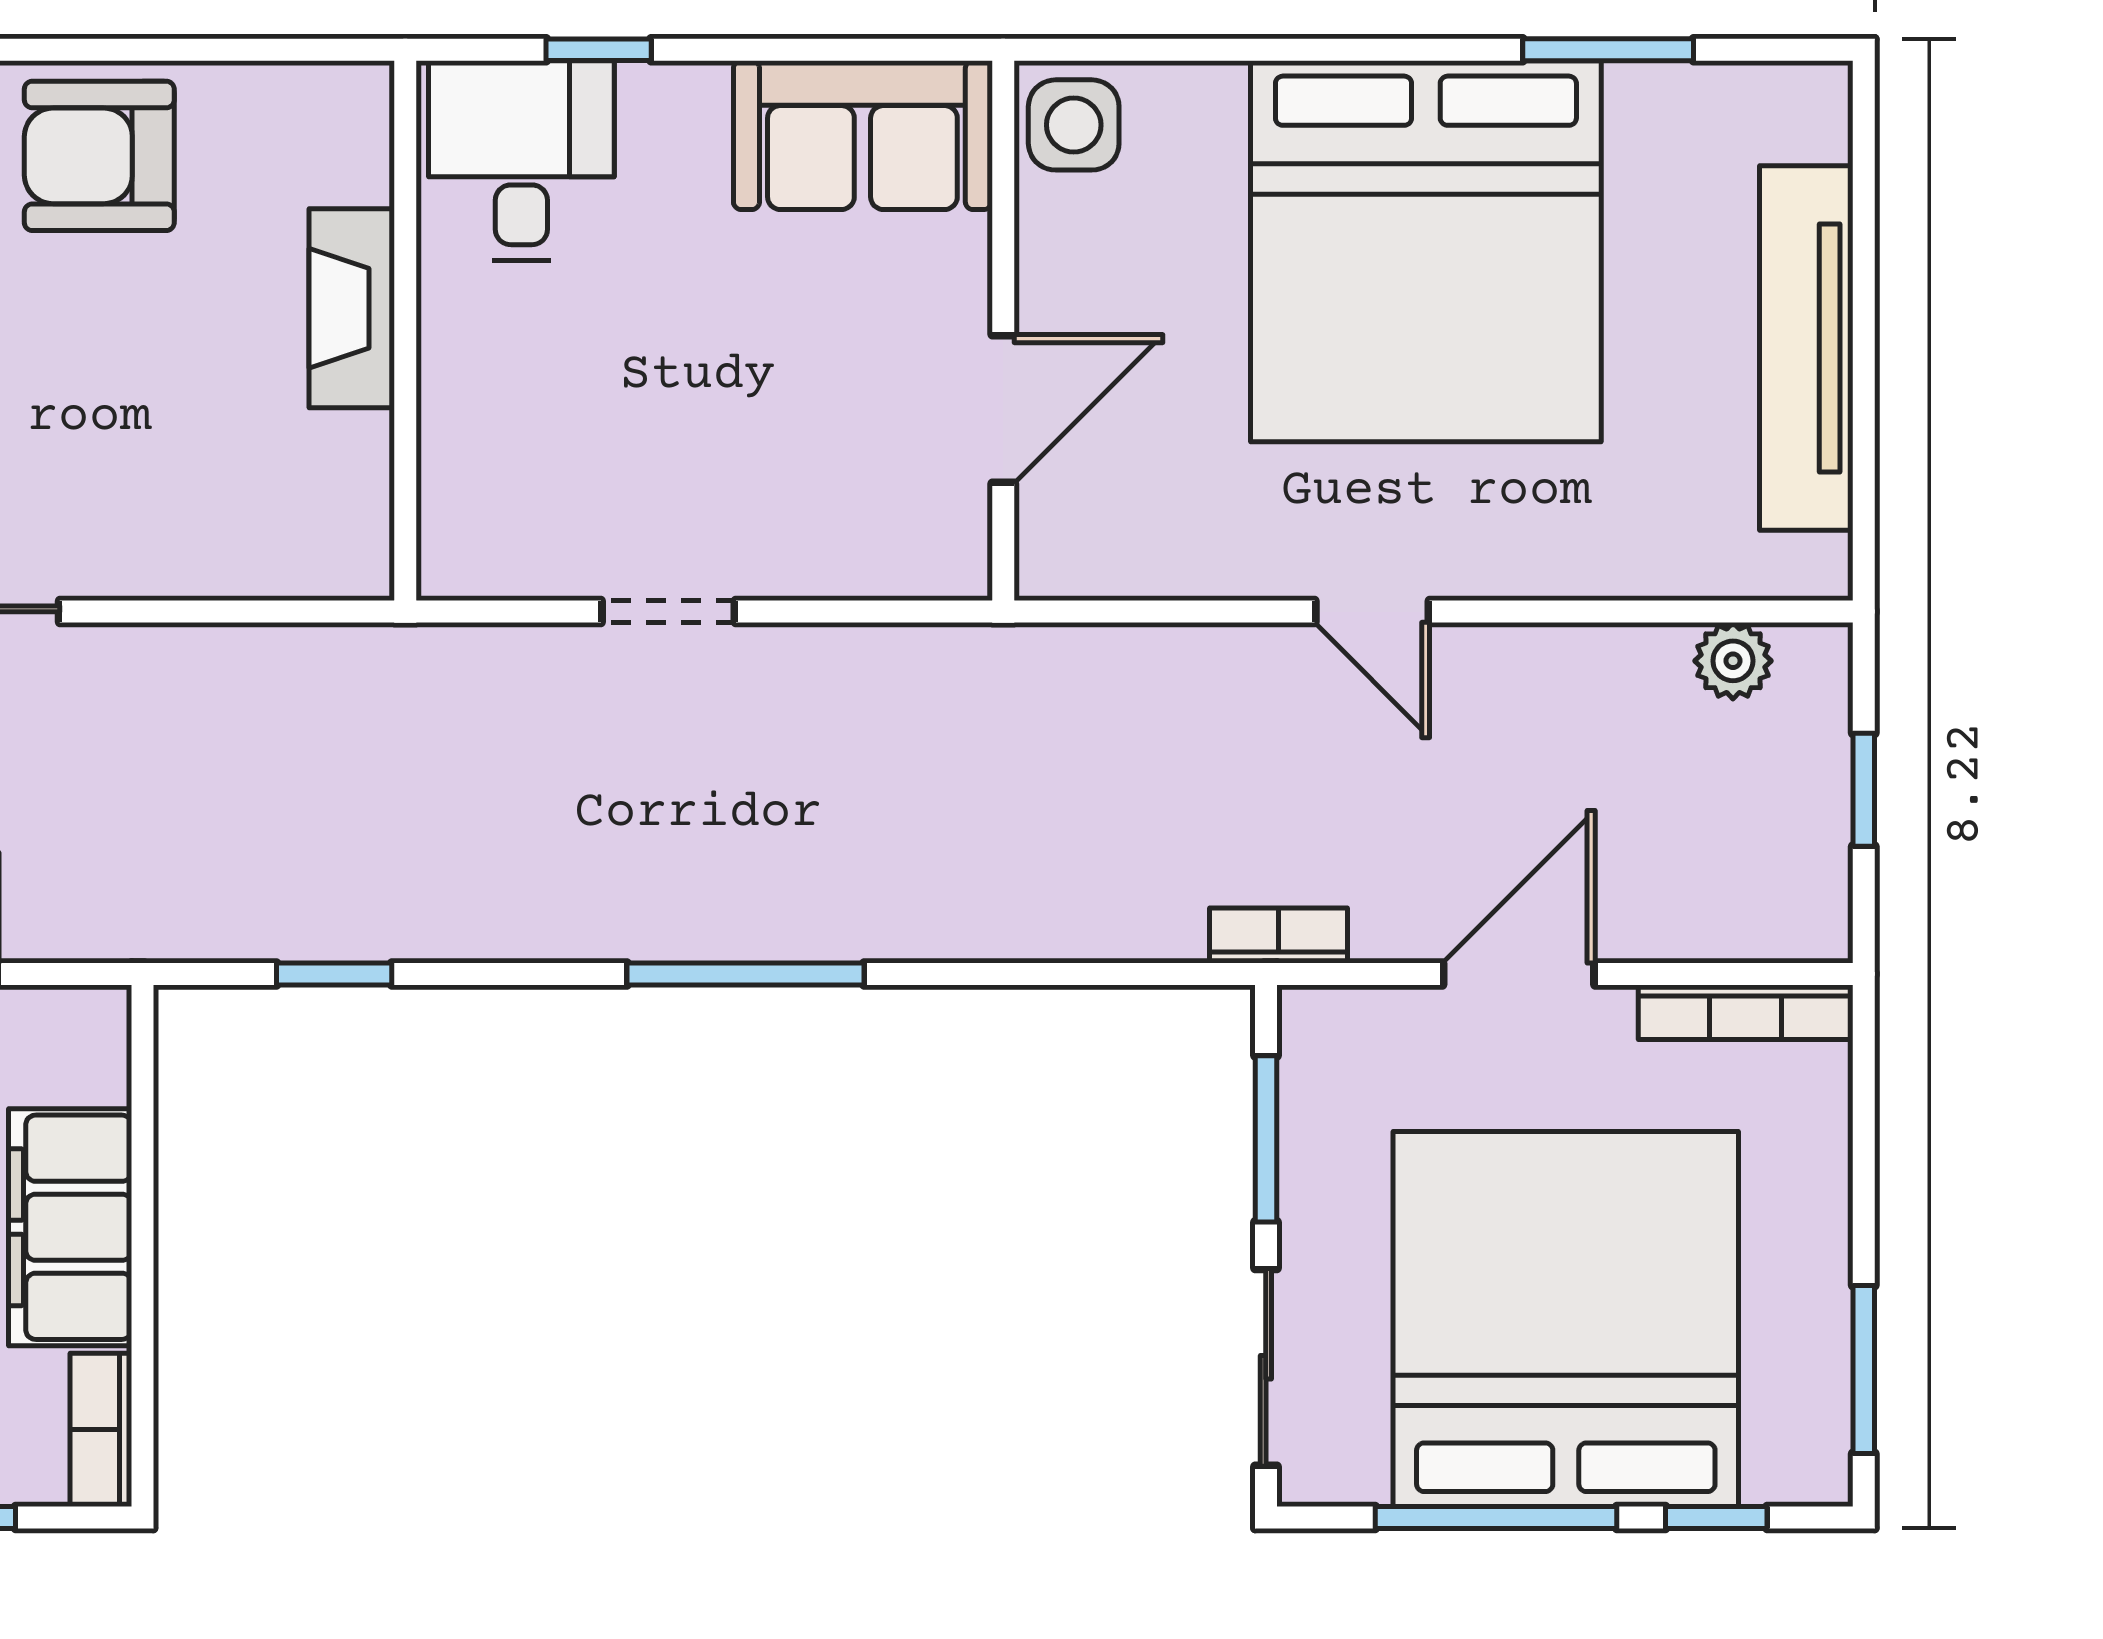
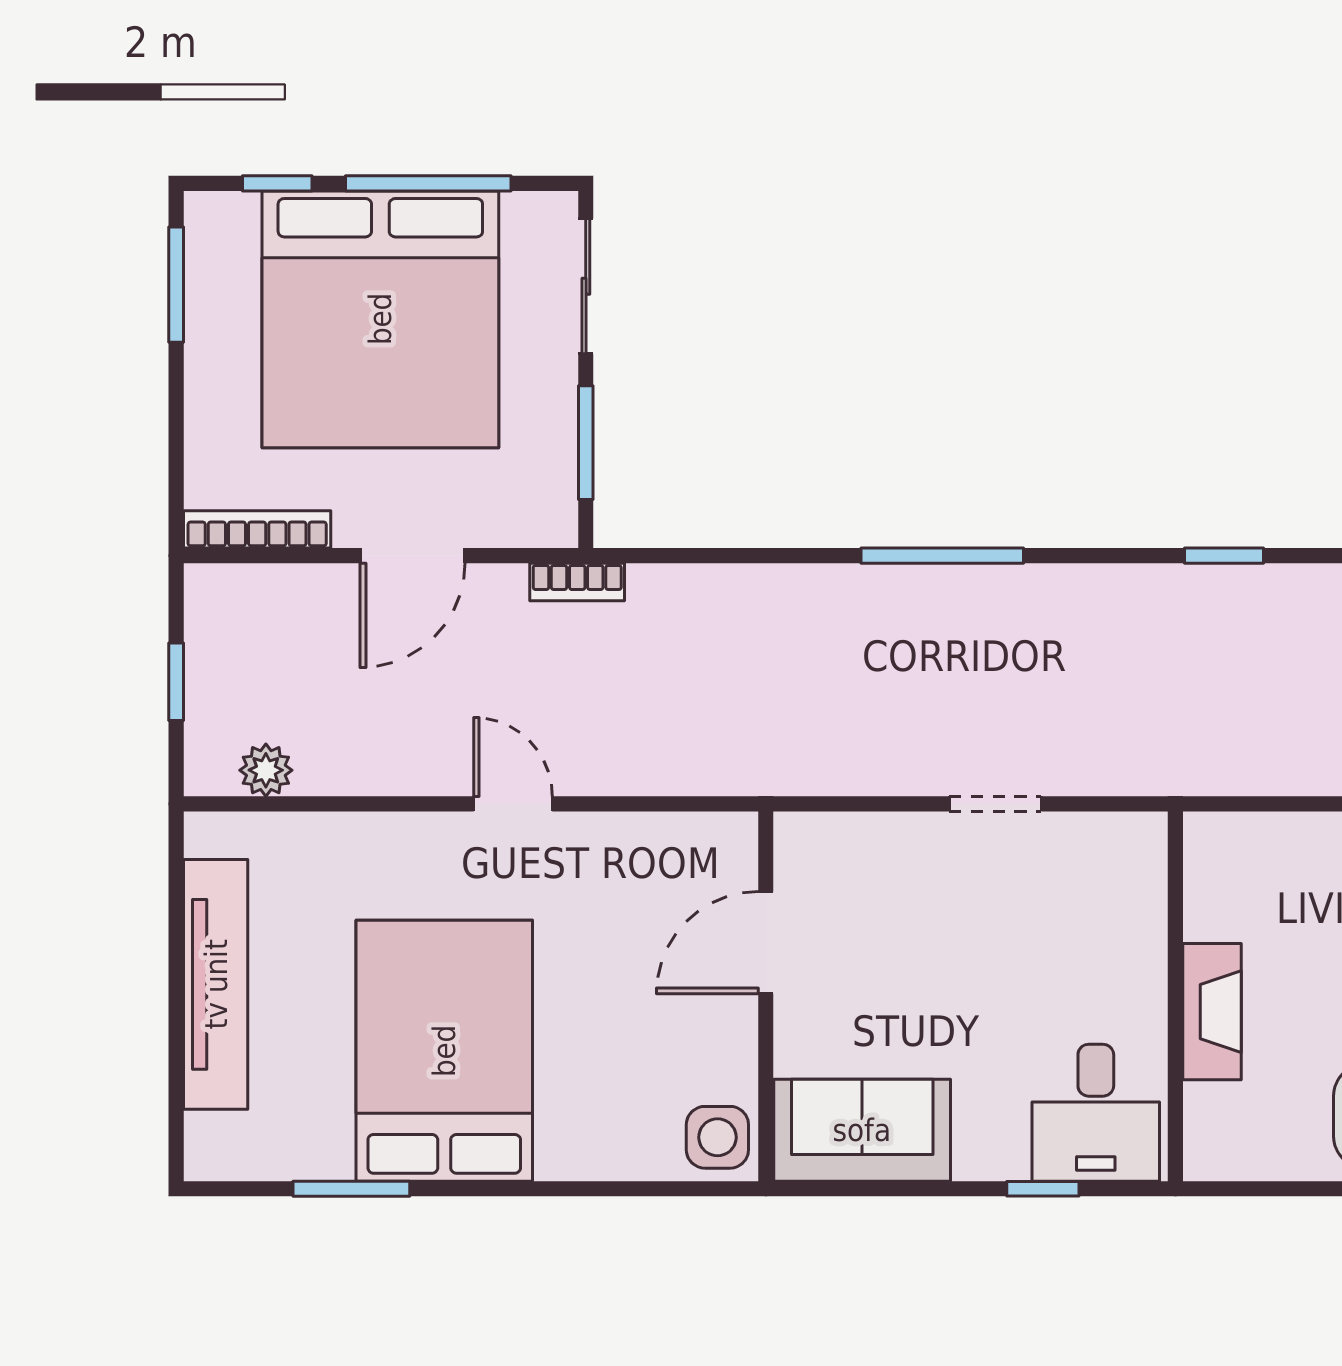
bed: (1426, 251) -> (444, 1051), width x0.73

